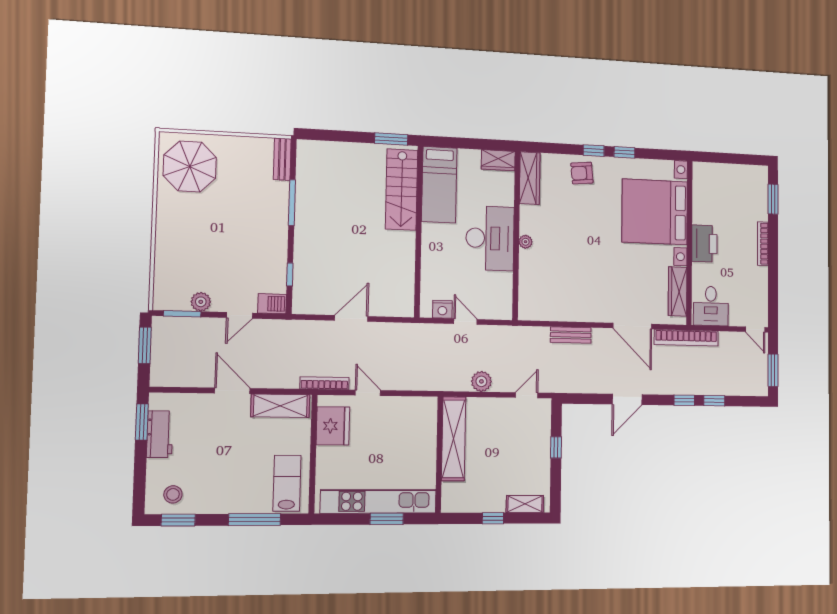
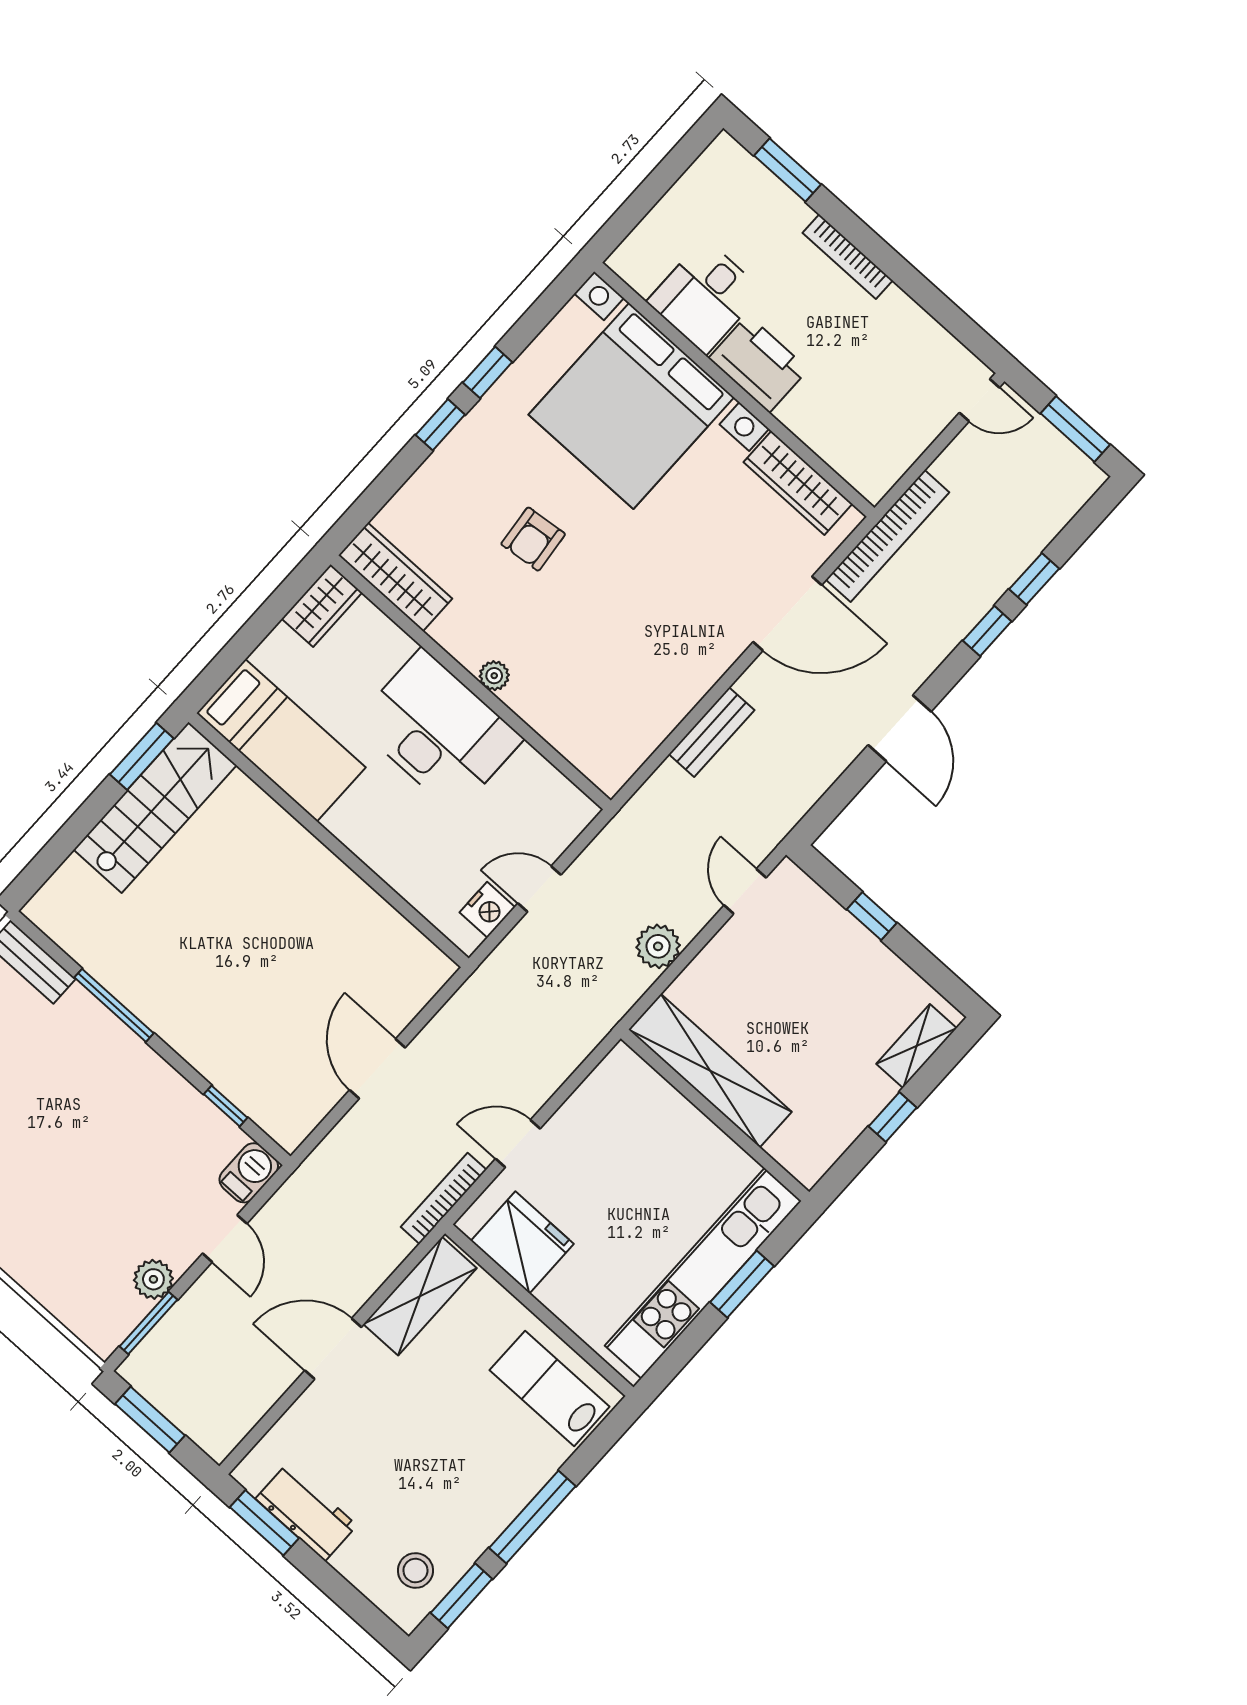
armchair: (582, 173) -> (533, 539), moved
stairs: (402, 190) -> (155, 807), moved, turned -90
desk: (711, 306) -> (705, 296), moved, turned 90
window: (254, 520) -> (532, 1517), moved

